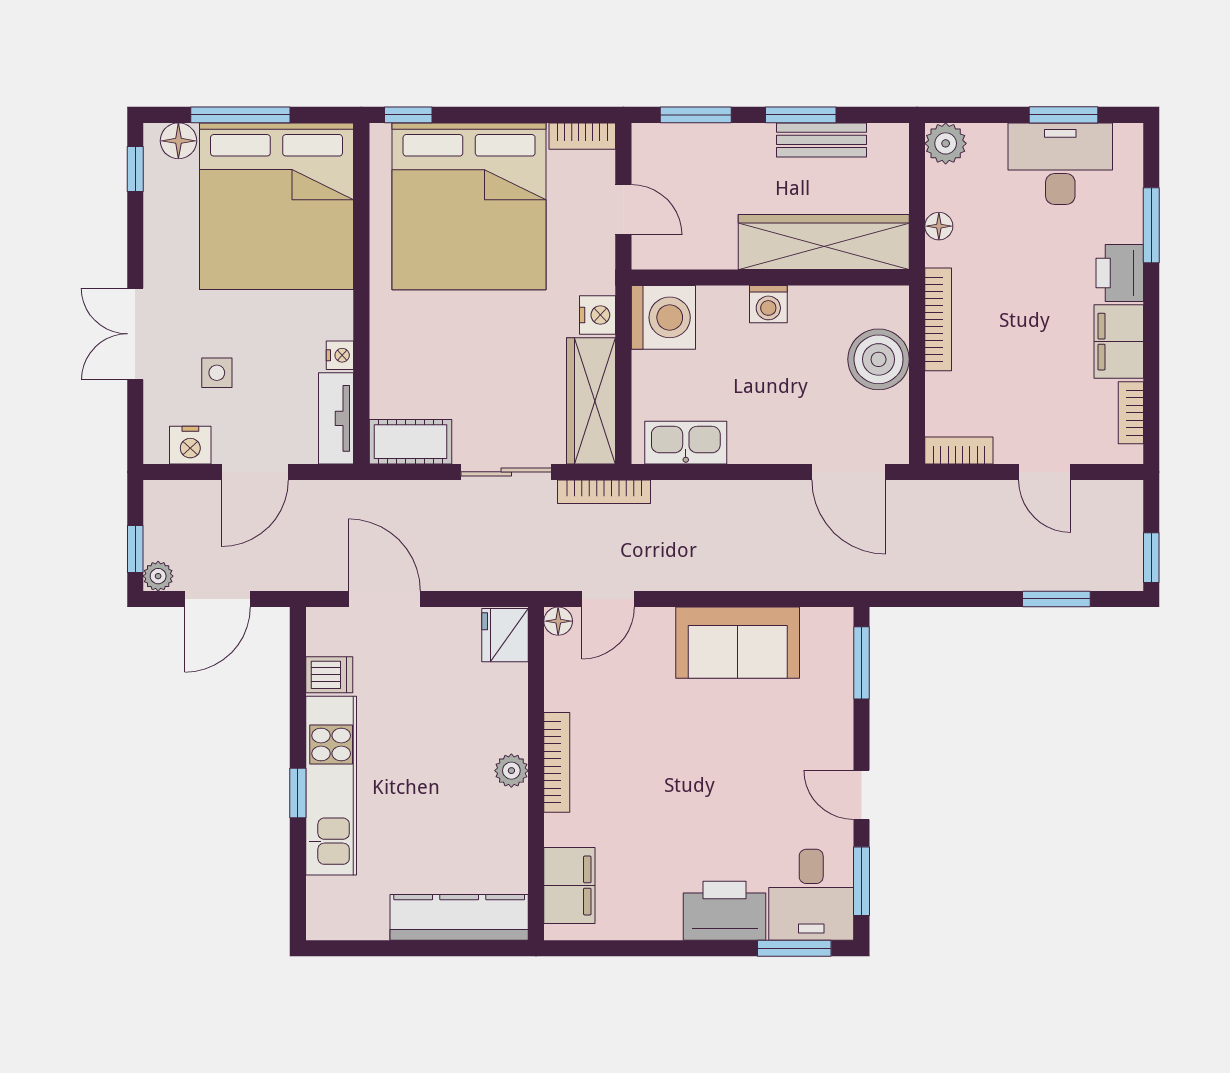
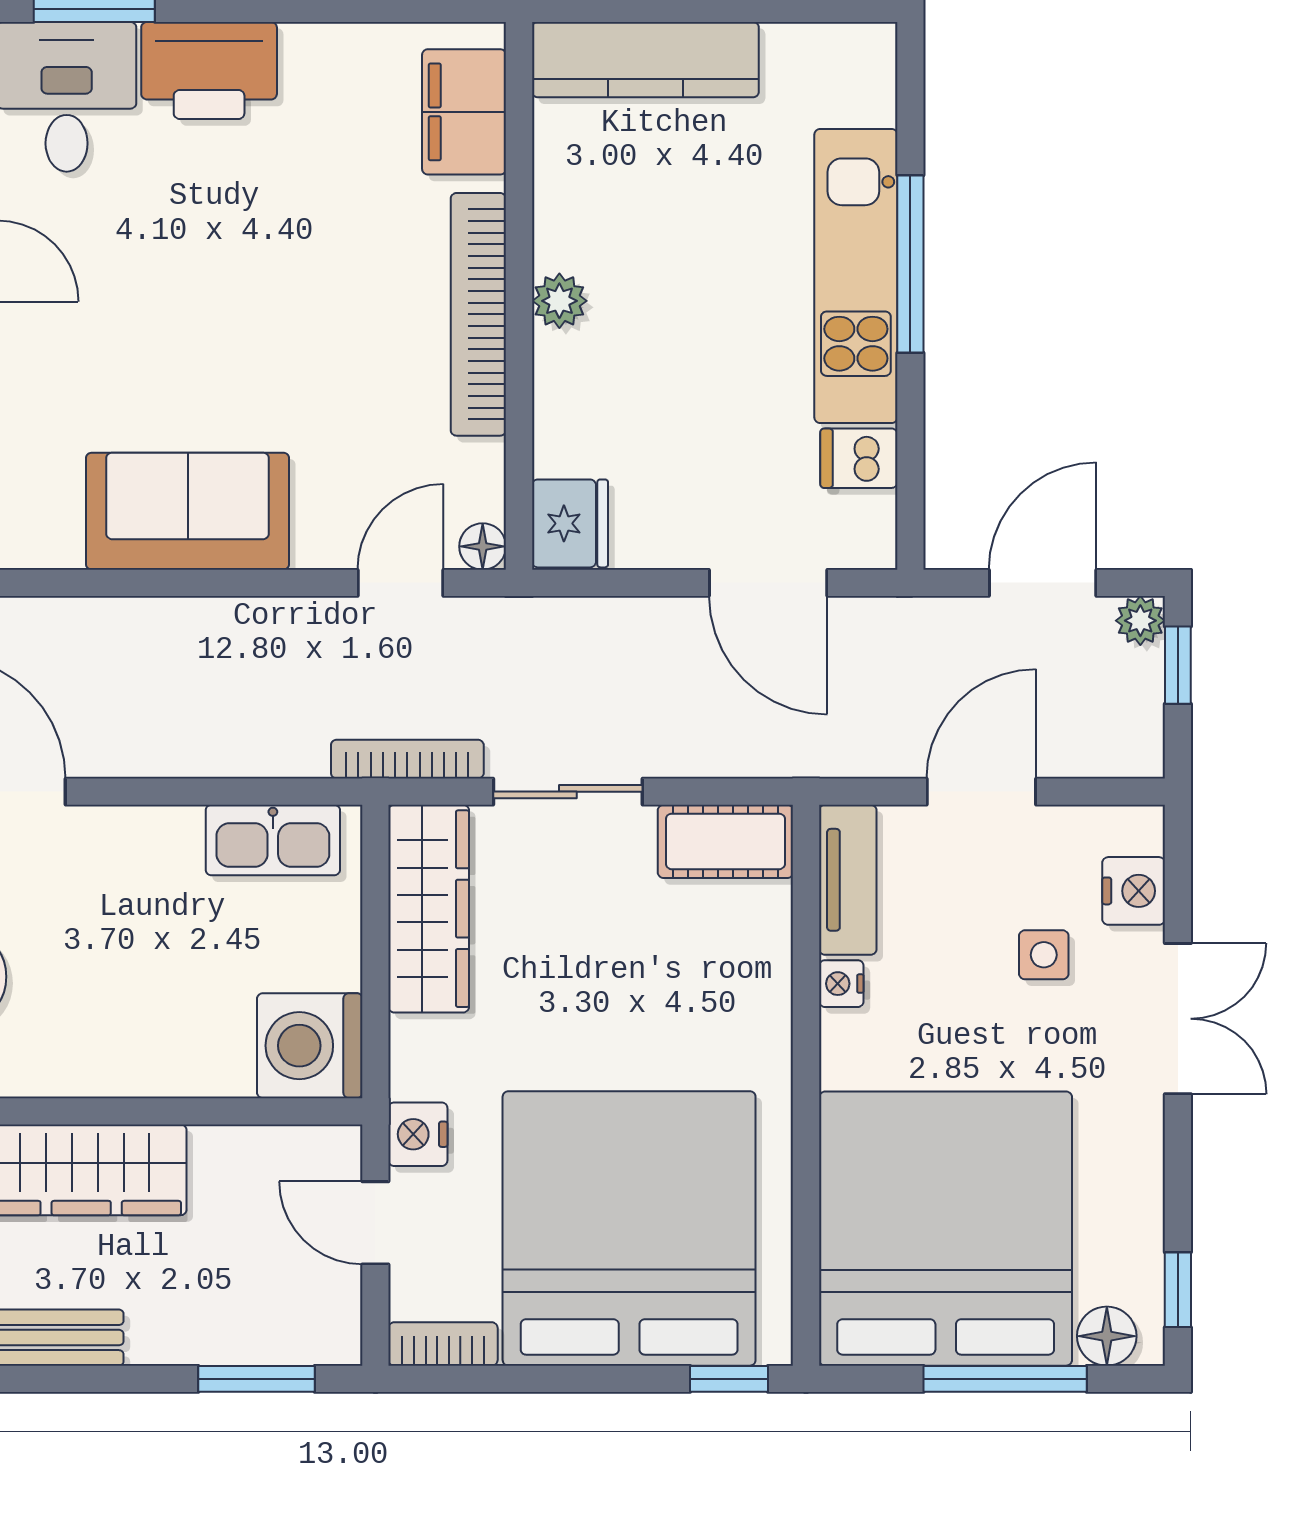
window: (801, 115) -> (84, 1379), removed
washing machine: (768, 304) -> (137, 1067), removed
nightstand: (598, 315) -> (418, 1134), moved
nightstand: (190, 445) -> (1134, 891), moved, turned 90
bookcase: (557, 762) -> (478, 314), width x1.48, depth x1.31
window: (298, 793) -> (910, 264), width x2.17

